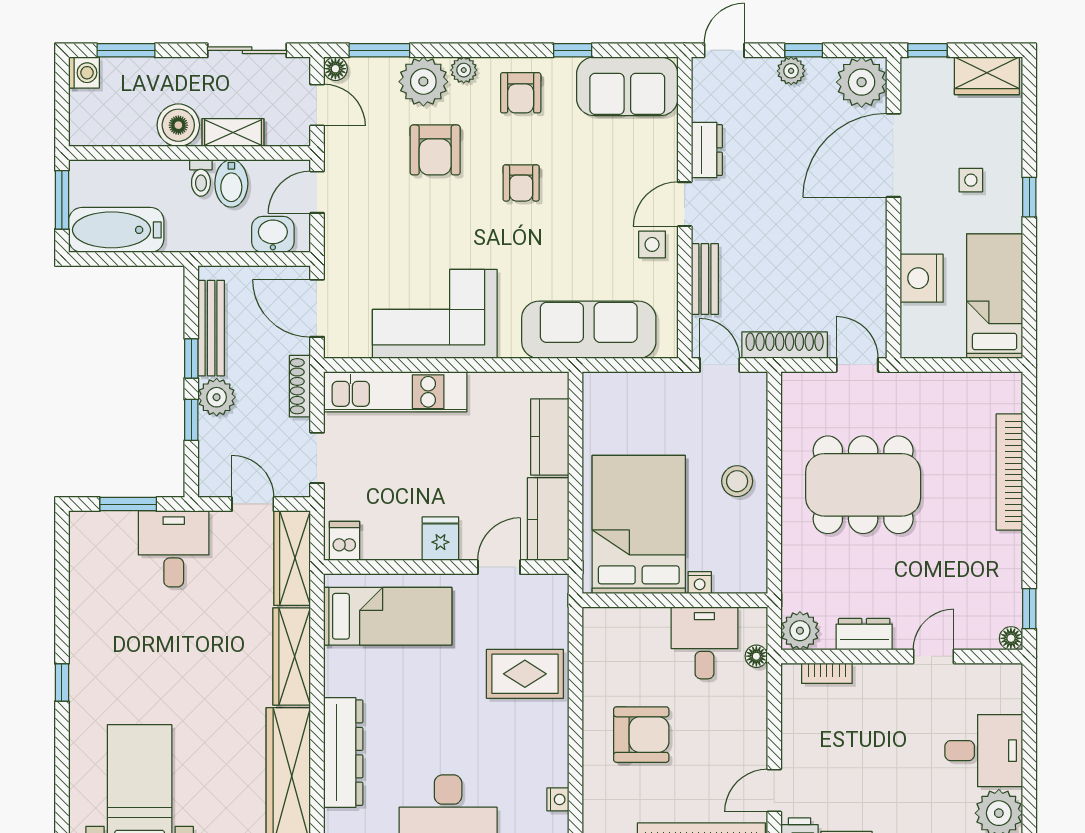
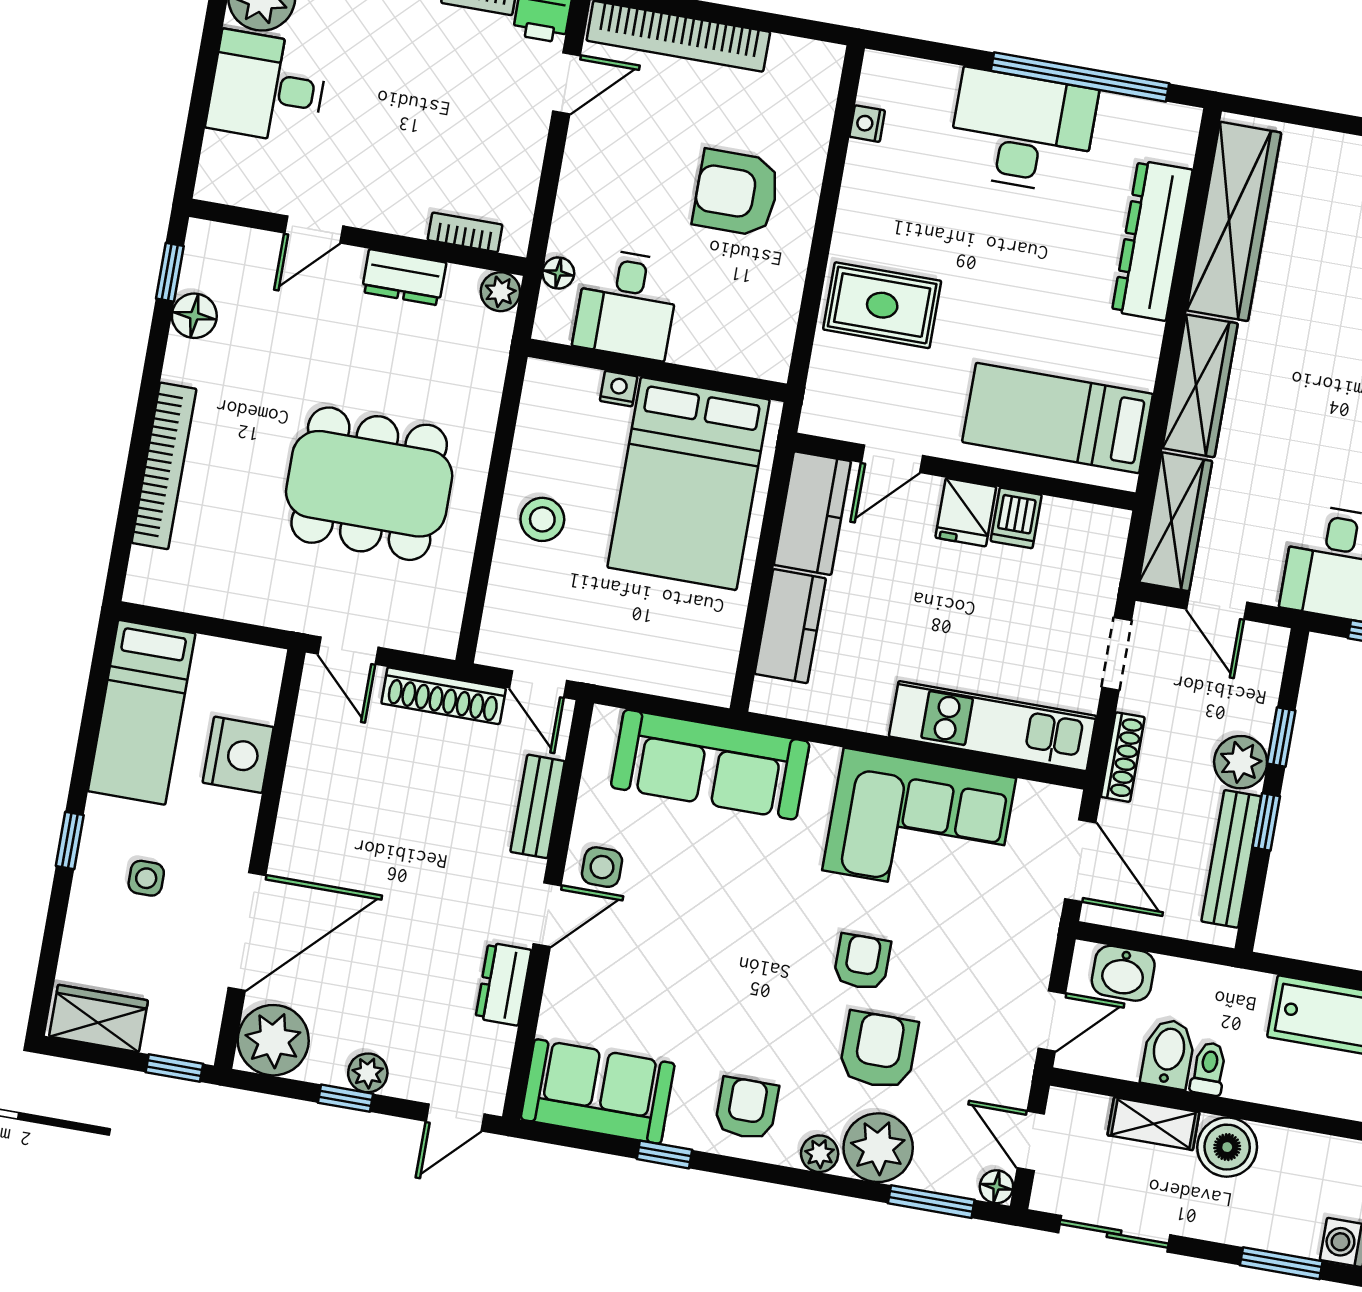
armchair: (521, 183) -> (862, 962), moved
dishwasher: (345, 541) -> (1016, 518), moved
plant: (800, 631) -> (500, 292), width x0.73, depth x0.73
floor lamp: (1011, 638) -> (194, 316), moved, width x1.37, depth x1.37

